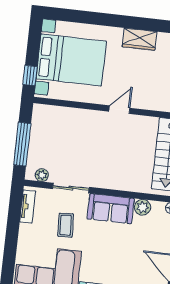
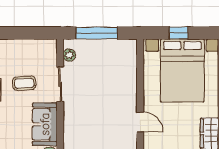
window: (30, 75) -> (179, 33), moved
tv unit: (28, 206) -> (38, 45), removed

